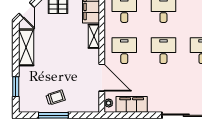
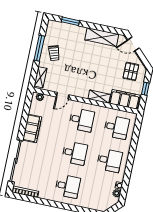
door: (102, 78) -> (63, 96), width x0.53
filing cabinet: (132, 104) -> (32, 128), moved
shelving: (86, 107) -> (41, 77), added

